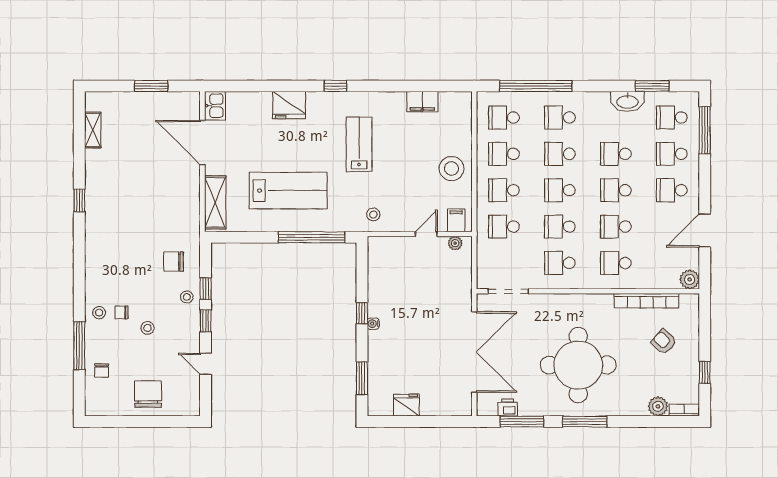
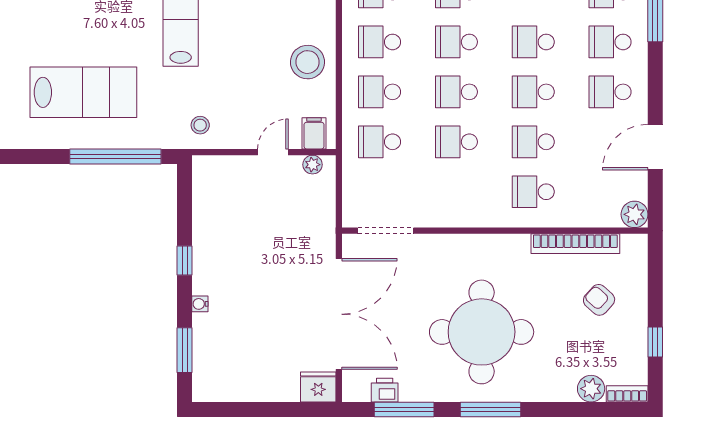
school desk: (560, 263) -> (456, 192), removed
water cooler: (373, 324) -> (200, 304), moved
fridge: (406, 405) -> (318, 387), moved

